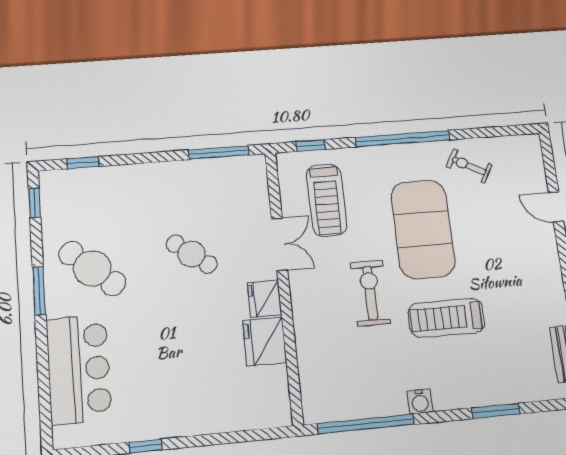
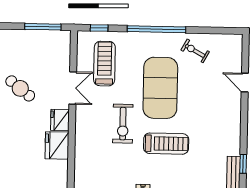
treadmill: (327, 200) -> (104, 64), turned 180
exercise bike: (370, 293) -> (123, 124), turned 180
treadmill: (446, 318) -> (166, 144), turned 180

